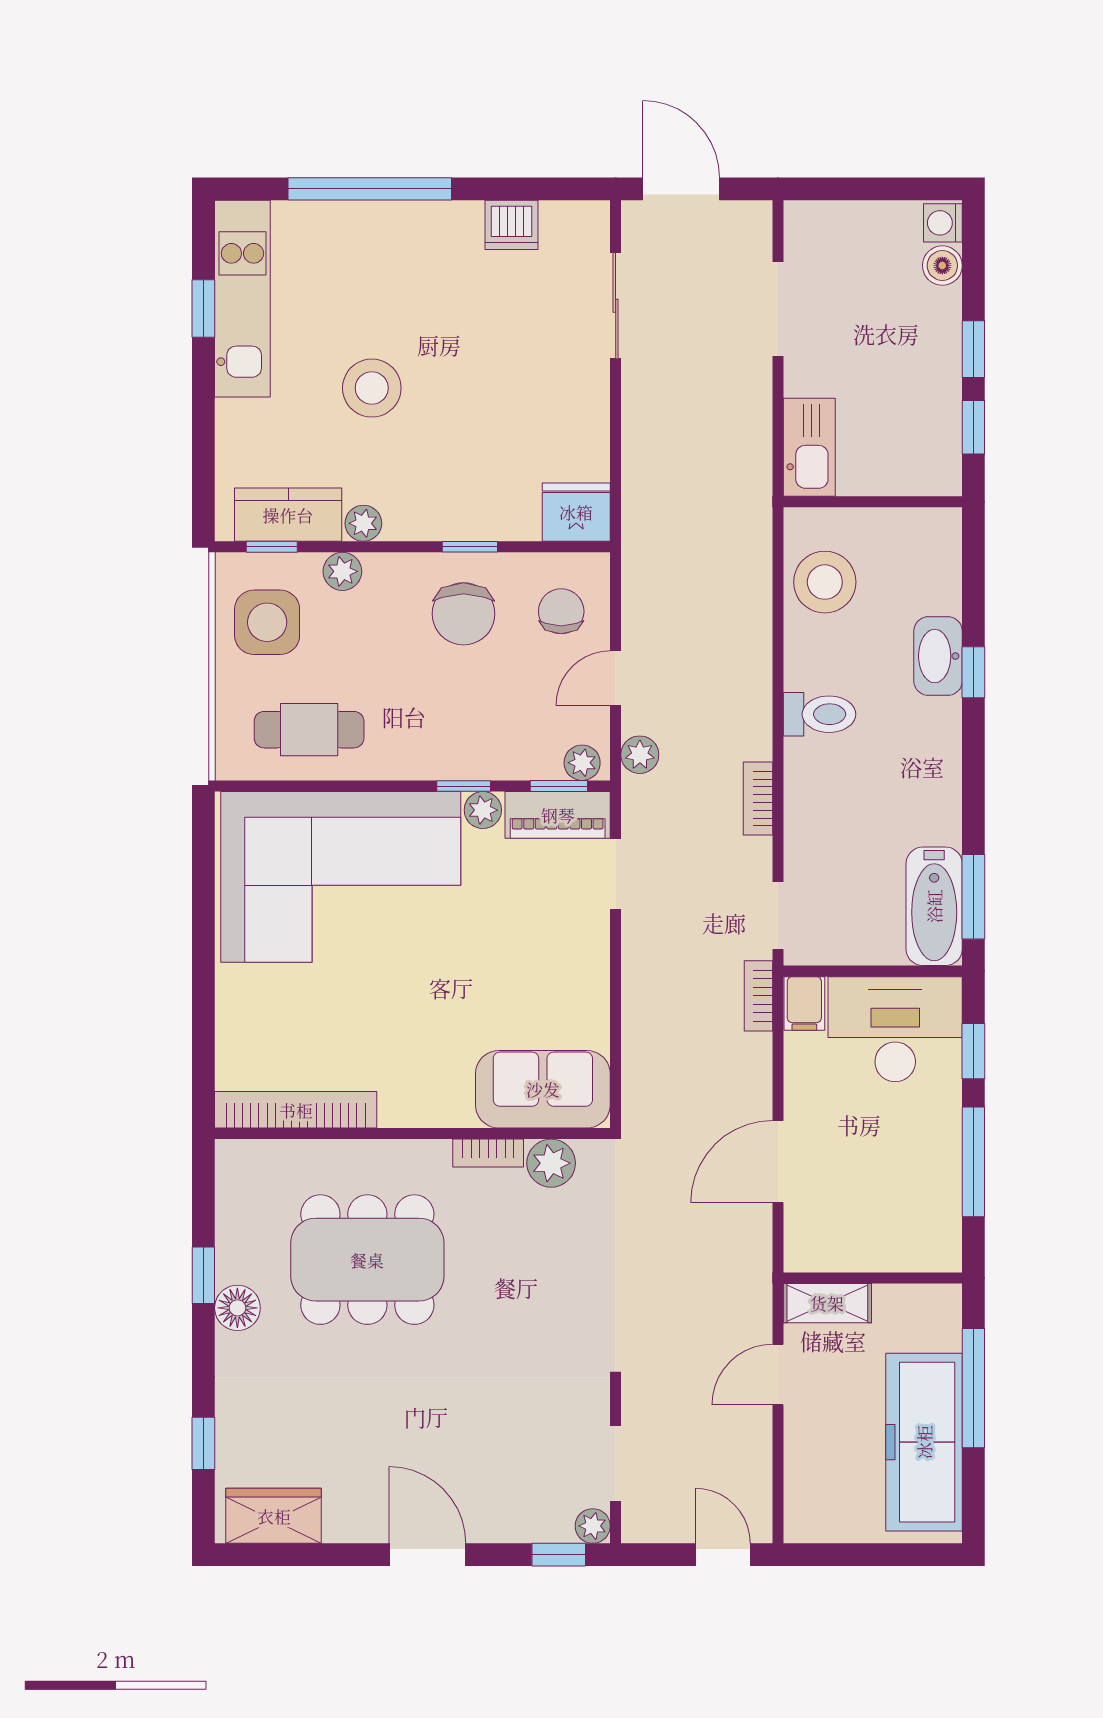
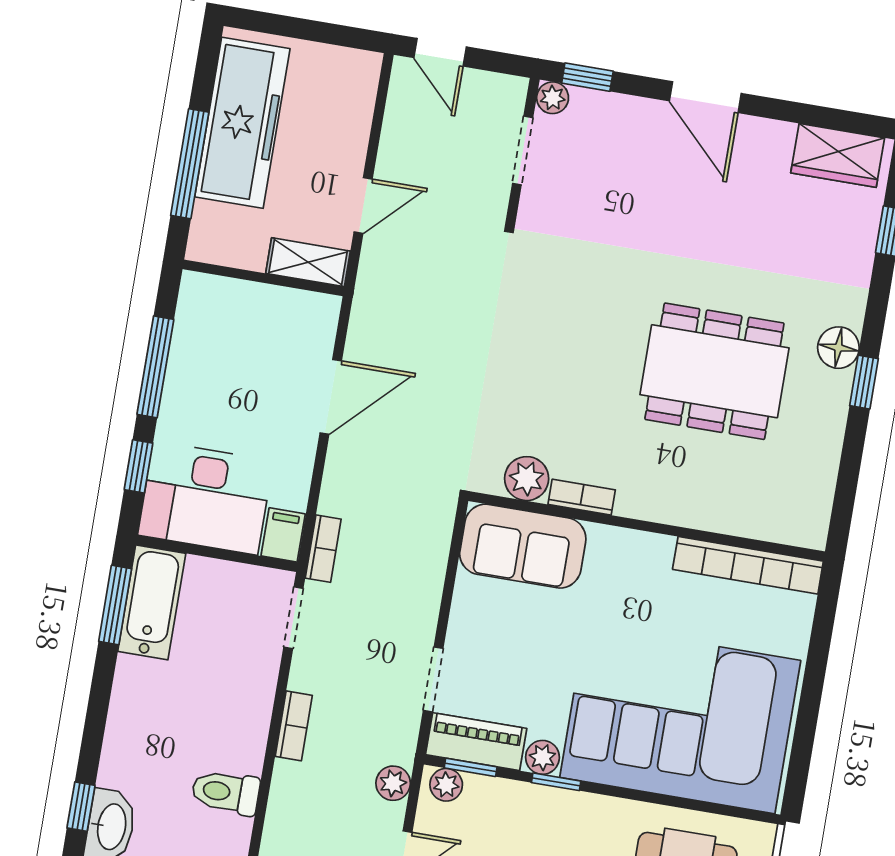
sofa: (543, 1089) -> (523, 546), moved
bookcase: (296, 1110) -> (748, 565), moved
wall: (412, 1134) -> (647, 526), moved
bookcase: (488, 1153) -> (582, 497), moved
plant: (551, 1163) -> (527, 479), moved

